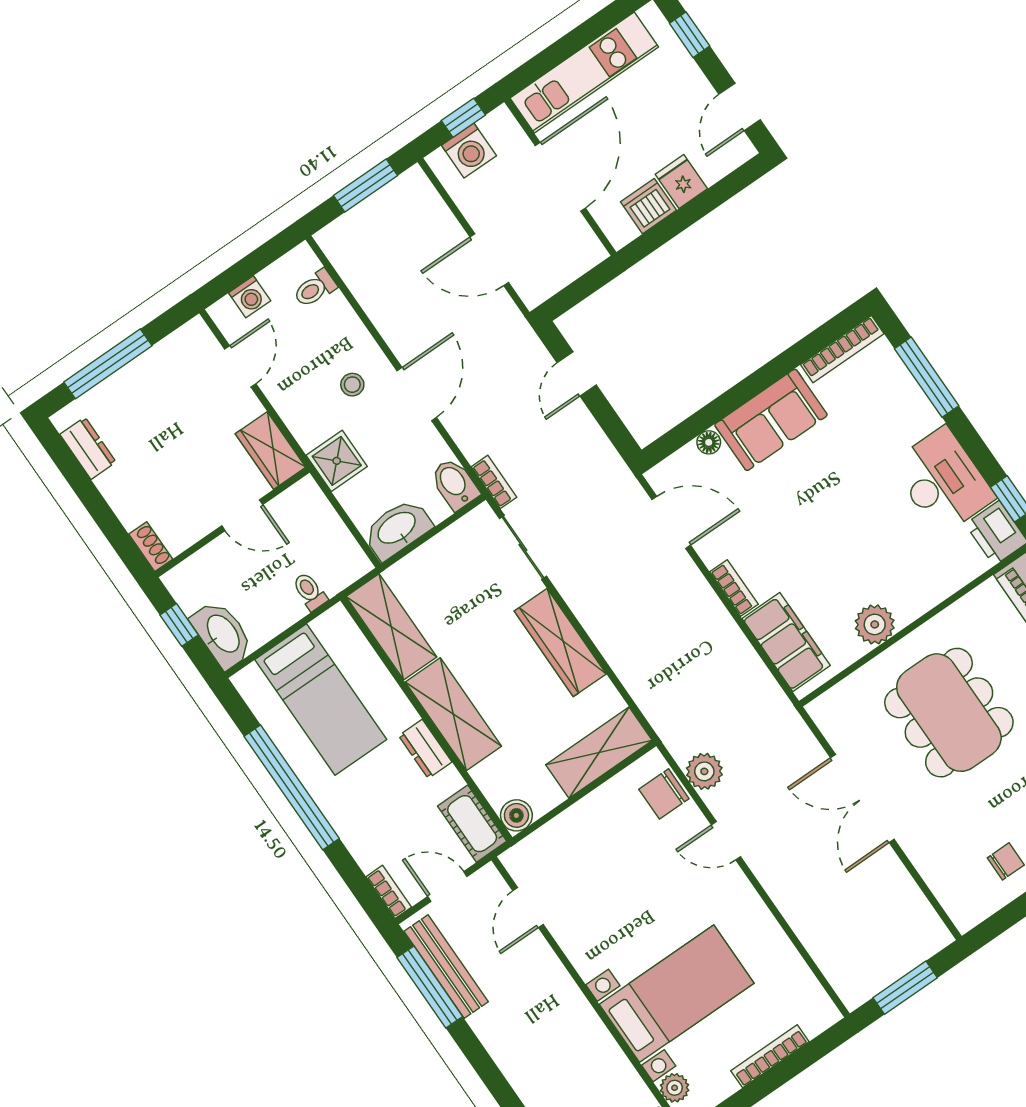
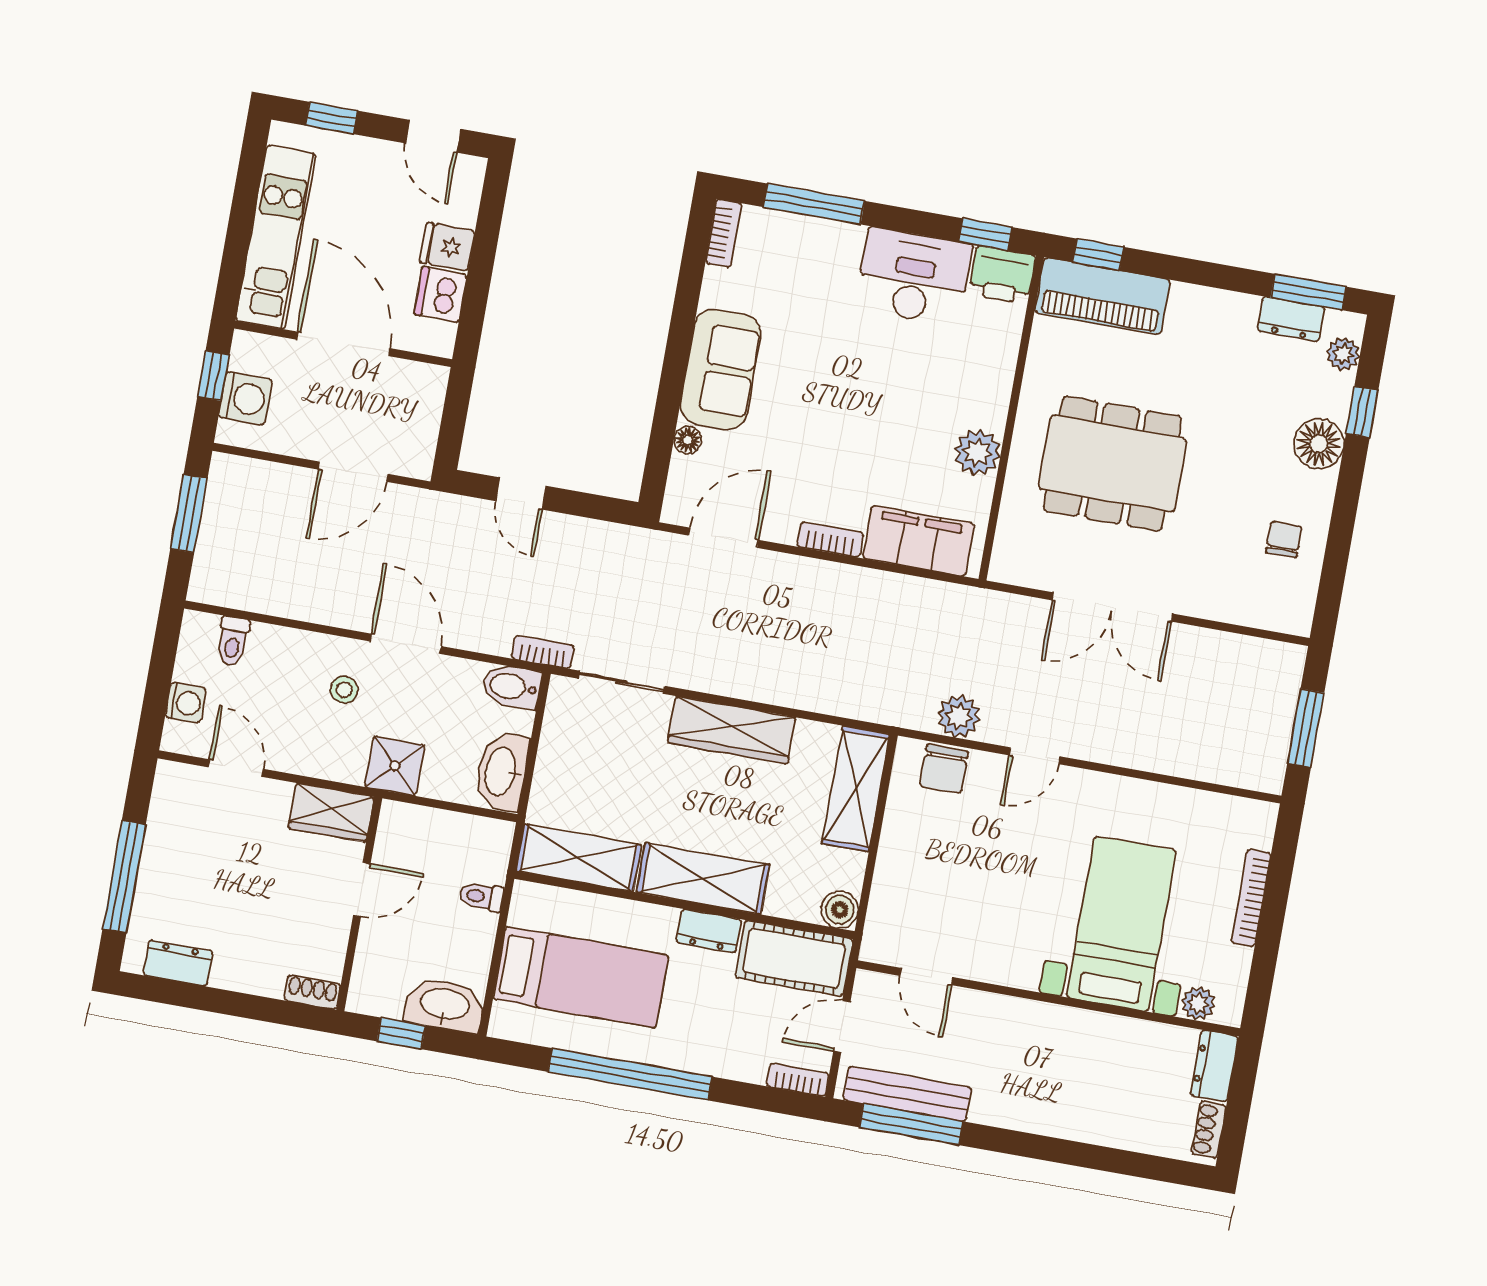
bookcase: (842, 349) -> (724, 233), width x0.64
cot: (472, 824) -> (794, 958), width x1.37, depth x1.34

